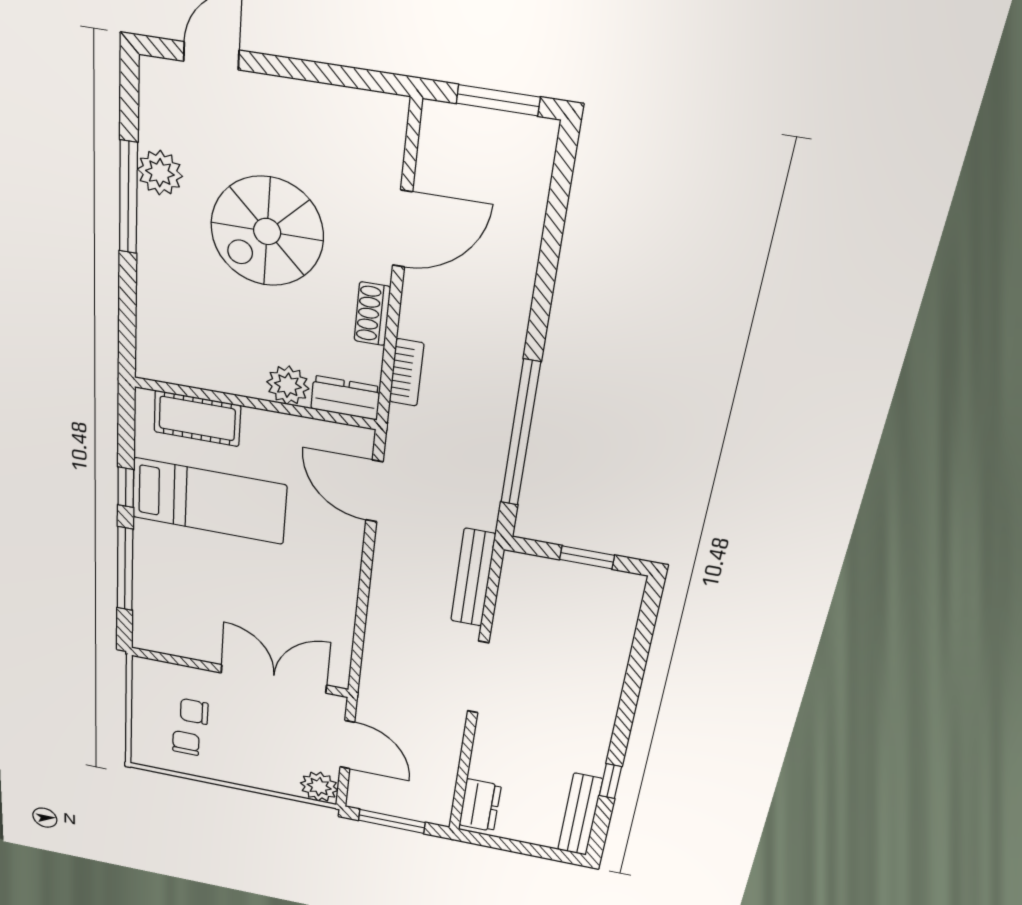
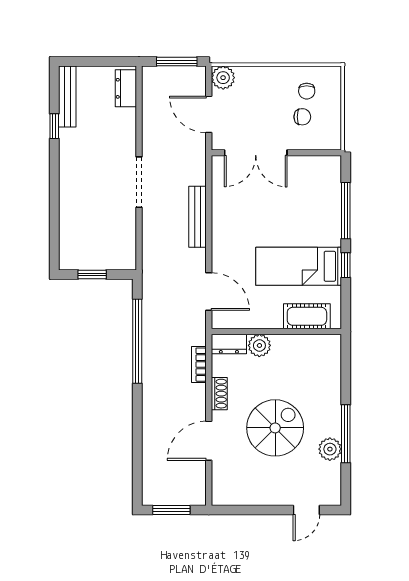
bench: (473, 578) -> (198, 217), moved

